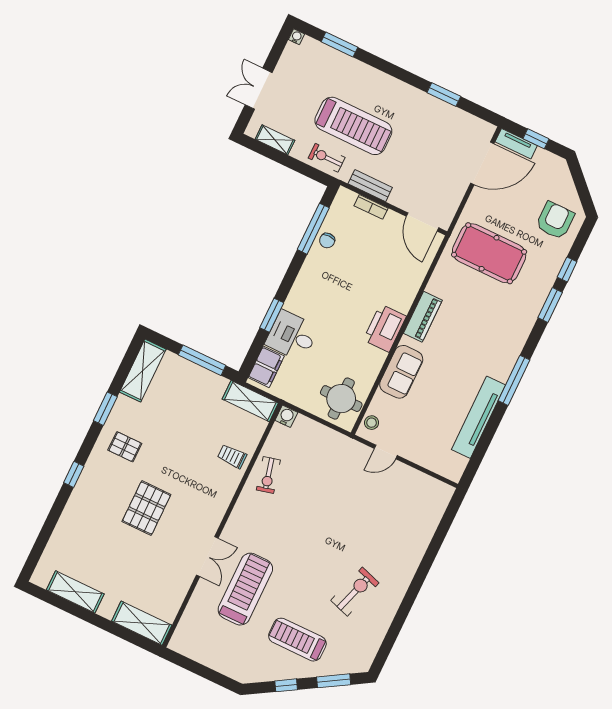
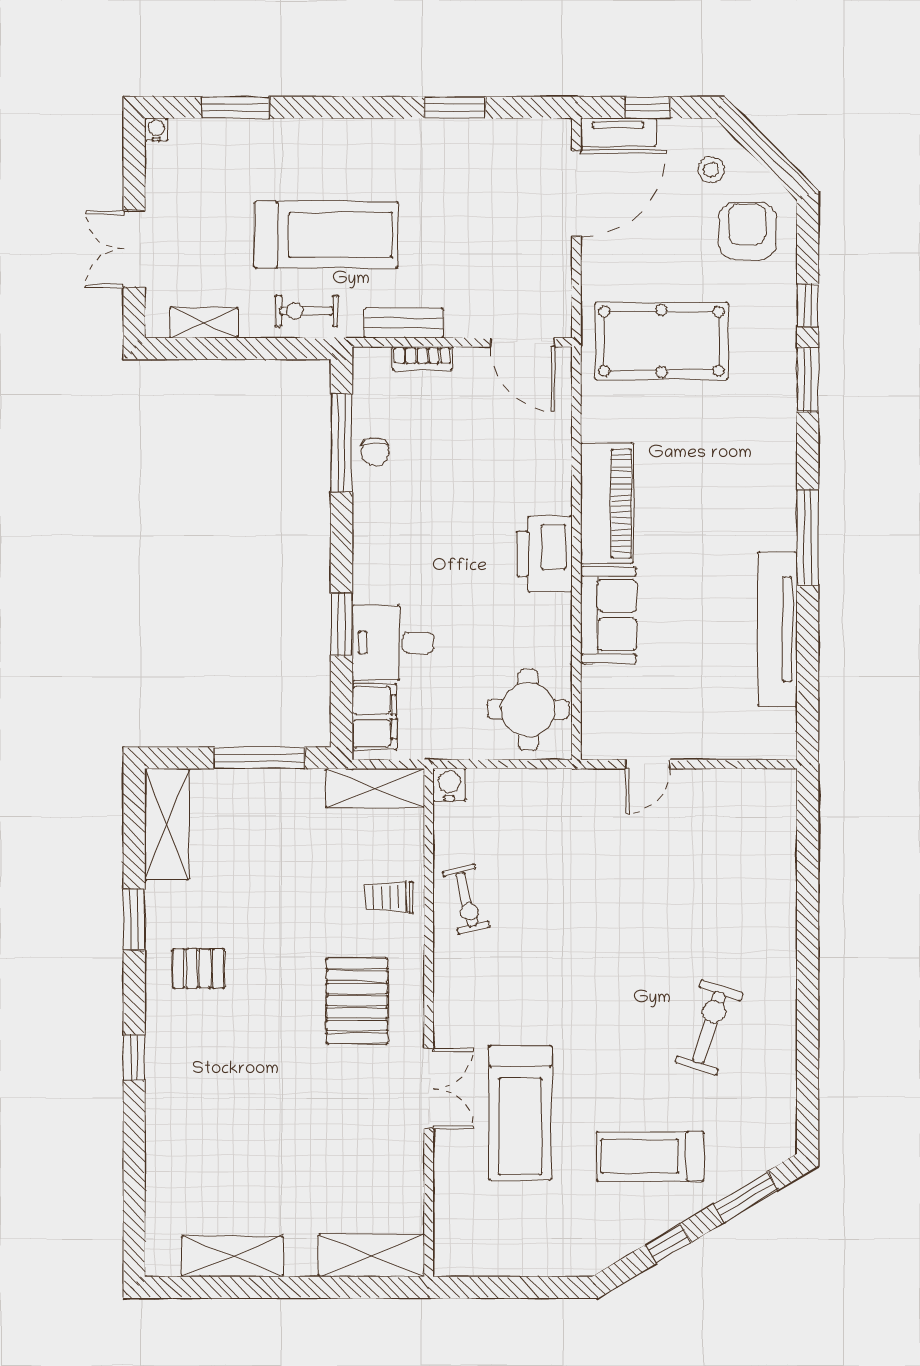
piano: (423, 317) -> (607, 503), width x1.37, depth x1.33
stool: (372, 423) -> (711, 170), moved
pallet: (146, 508) -> (357, 1001), moved
treadmill: (245, 589) -> (520, 1113), turned 180

